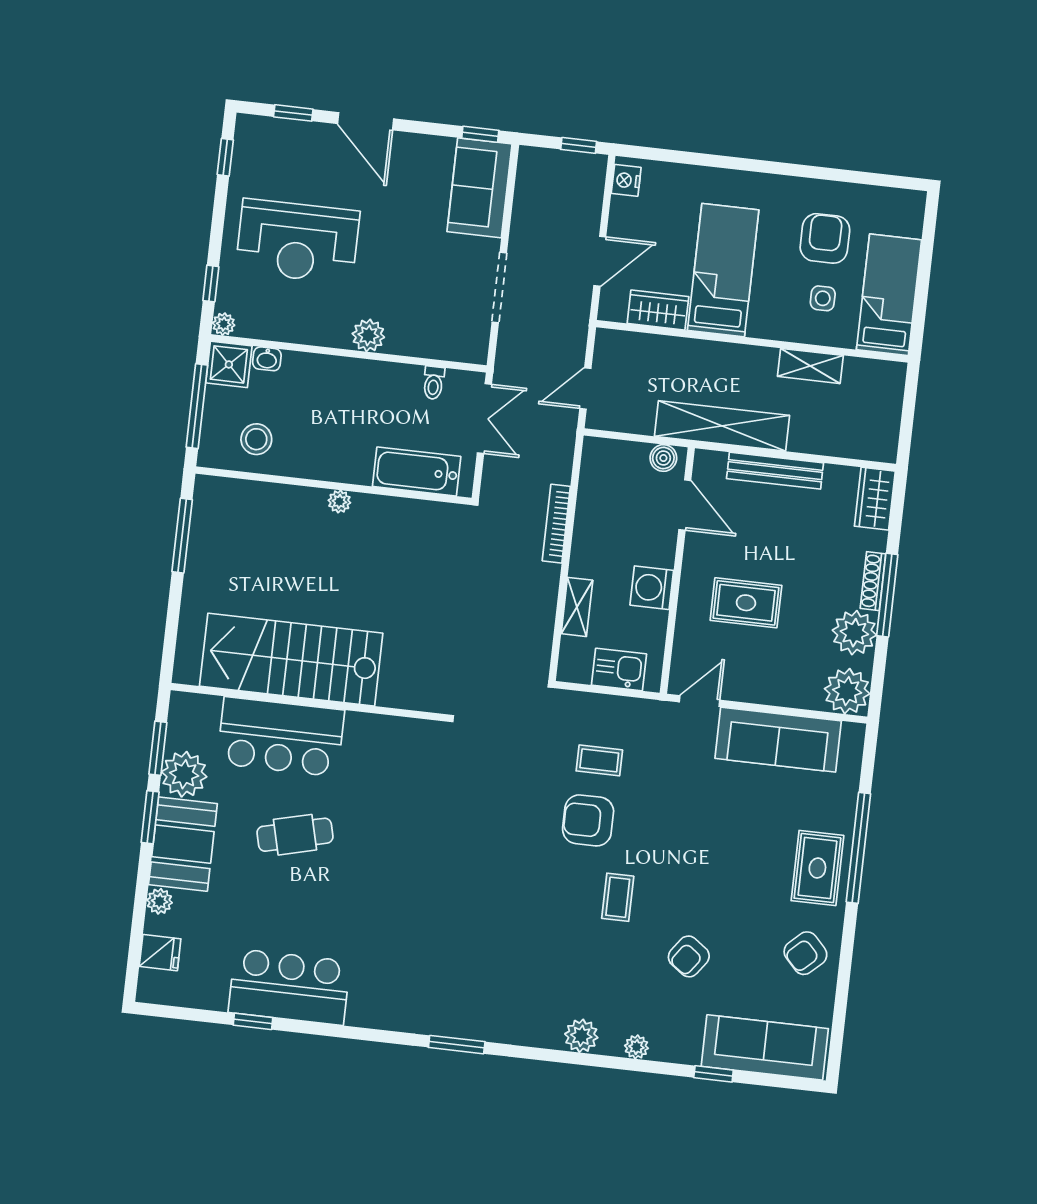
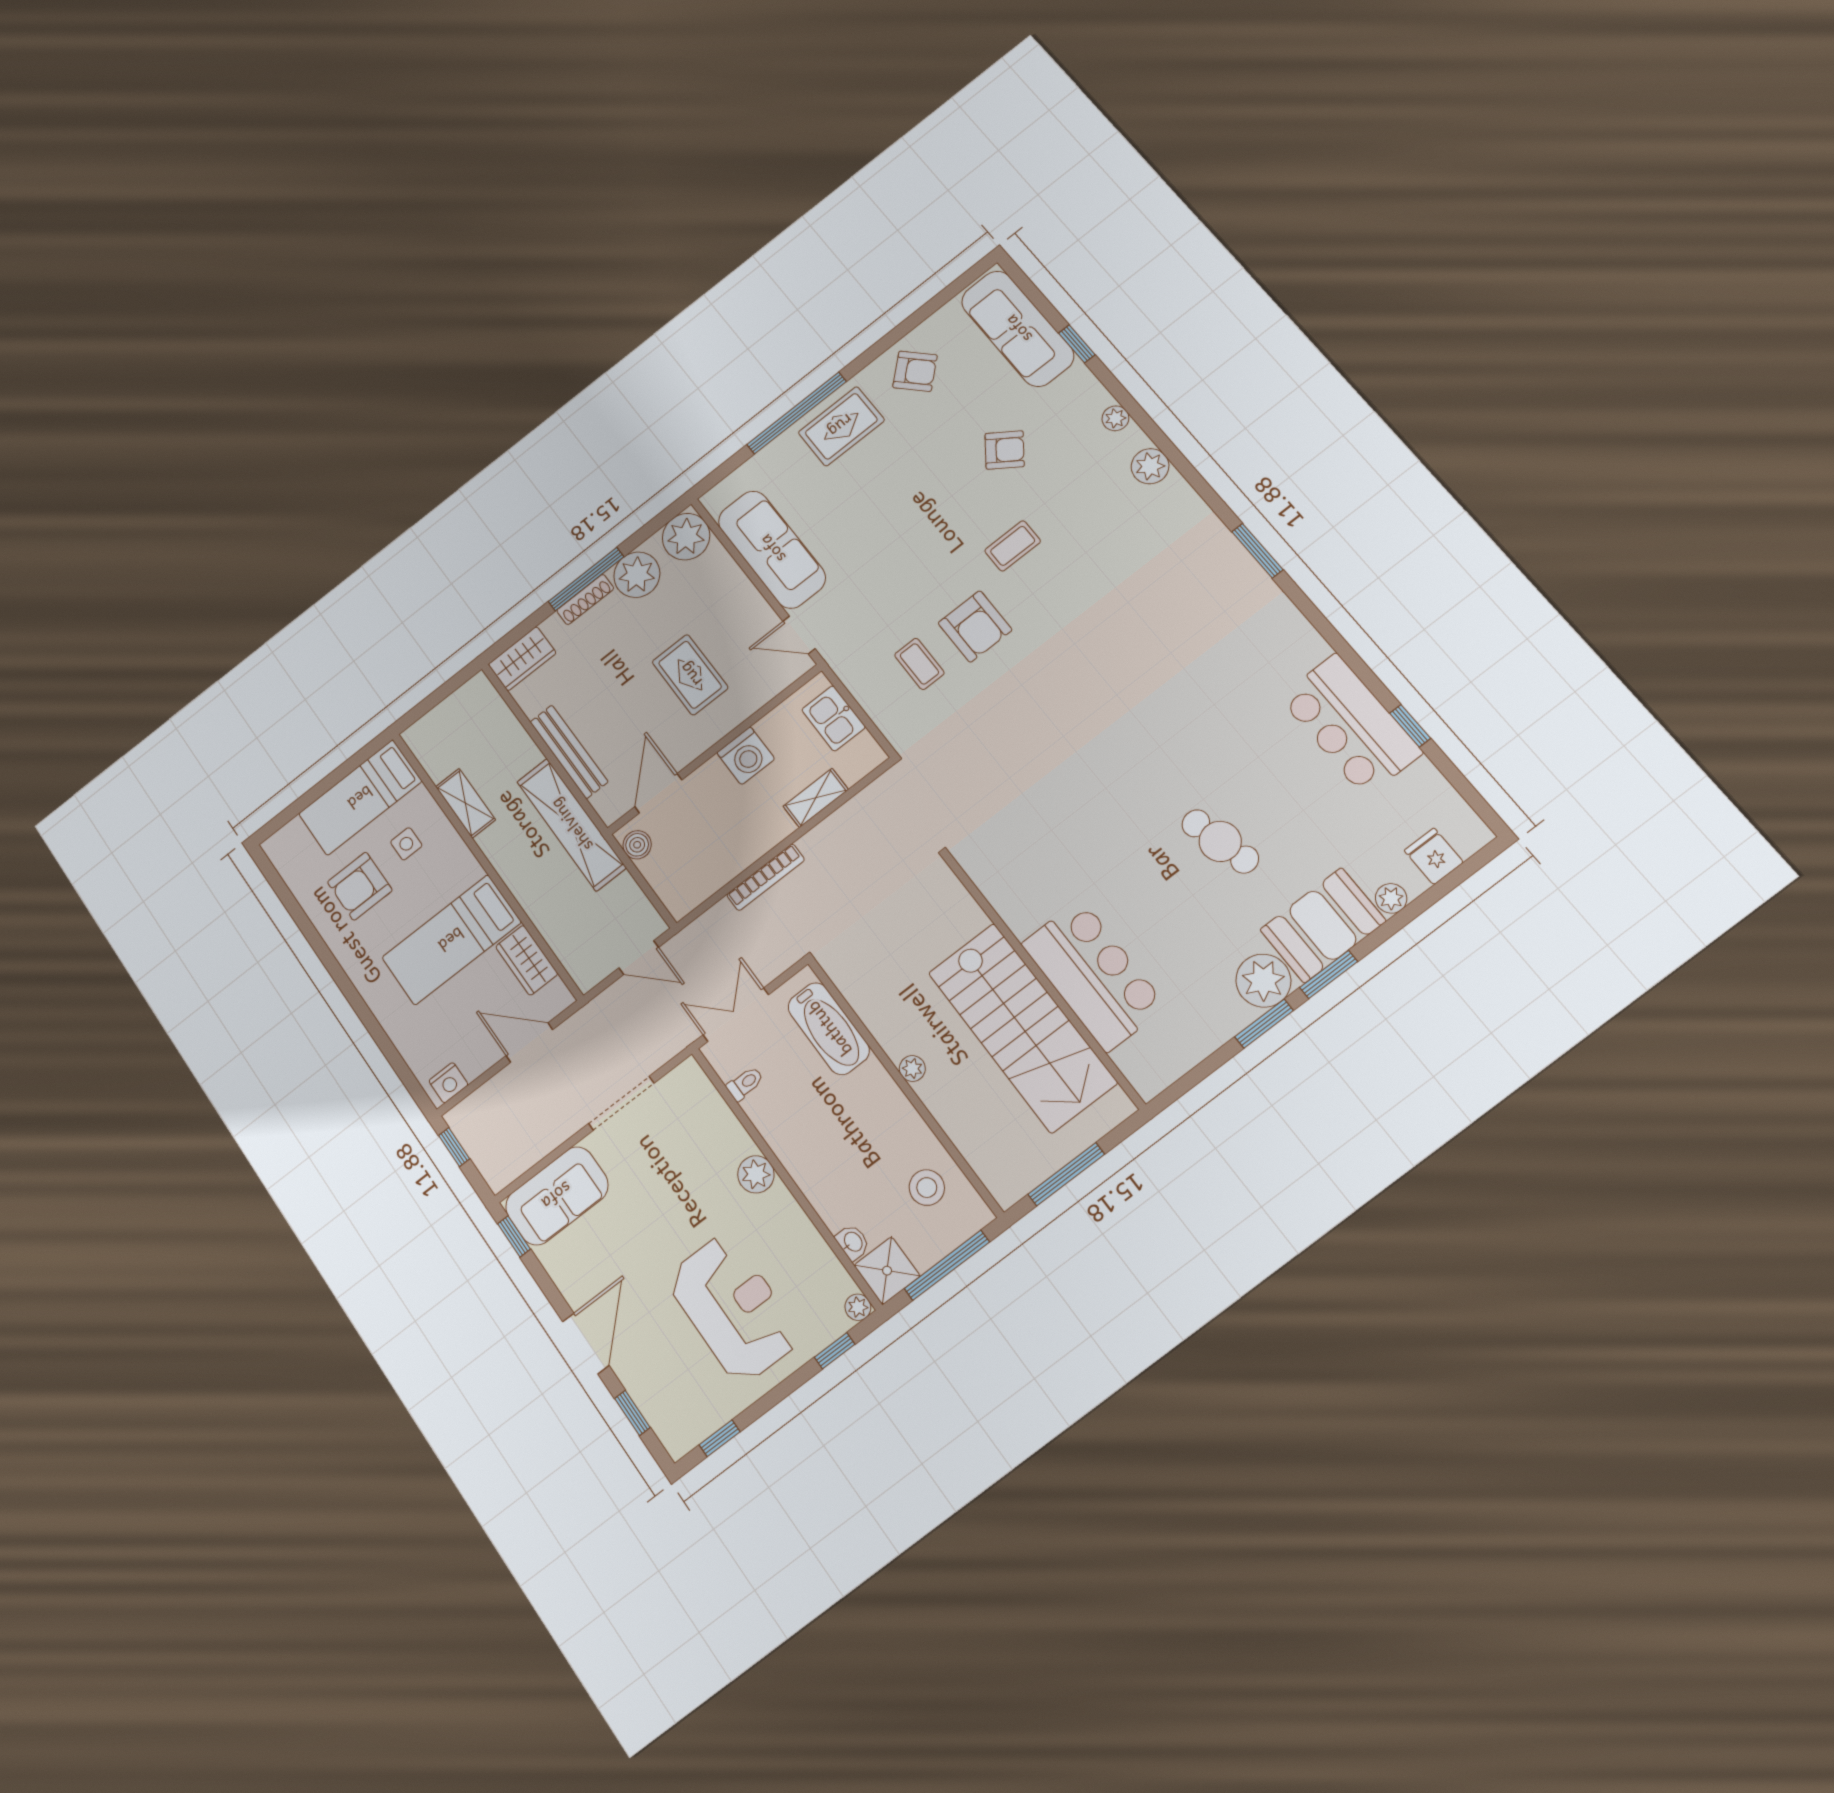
stairs: (291, 660) -> (1022, 1028), moved
wall: (309, 702) -> (1043, 979), moved
bar counter: (281, 737) -> (1094, 975), moved

